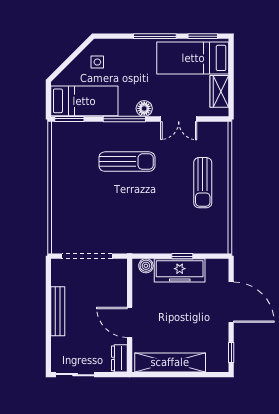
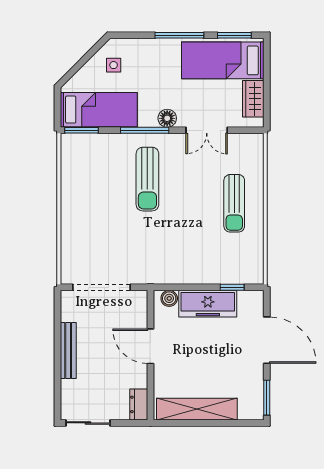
sun lounger: (127, 162) -> (147, 179), turned 90
window: (182, 256) -> (232, 287), moved
door: (130, 322) -> (150, 346), moved
window: (231, 352) -> (267, 398), width x1.50

